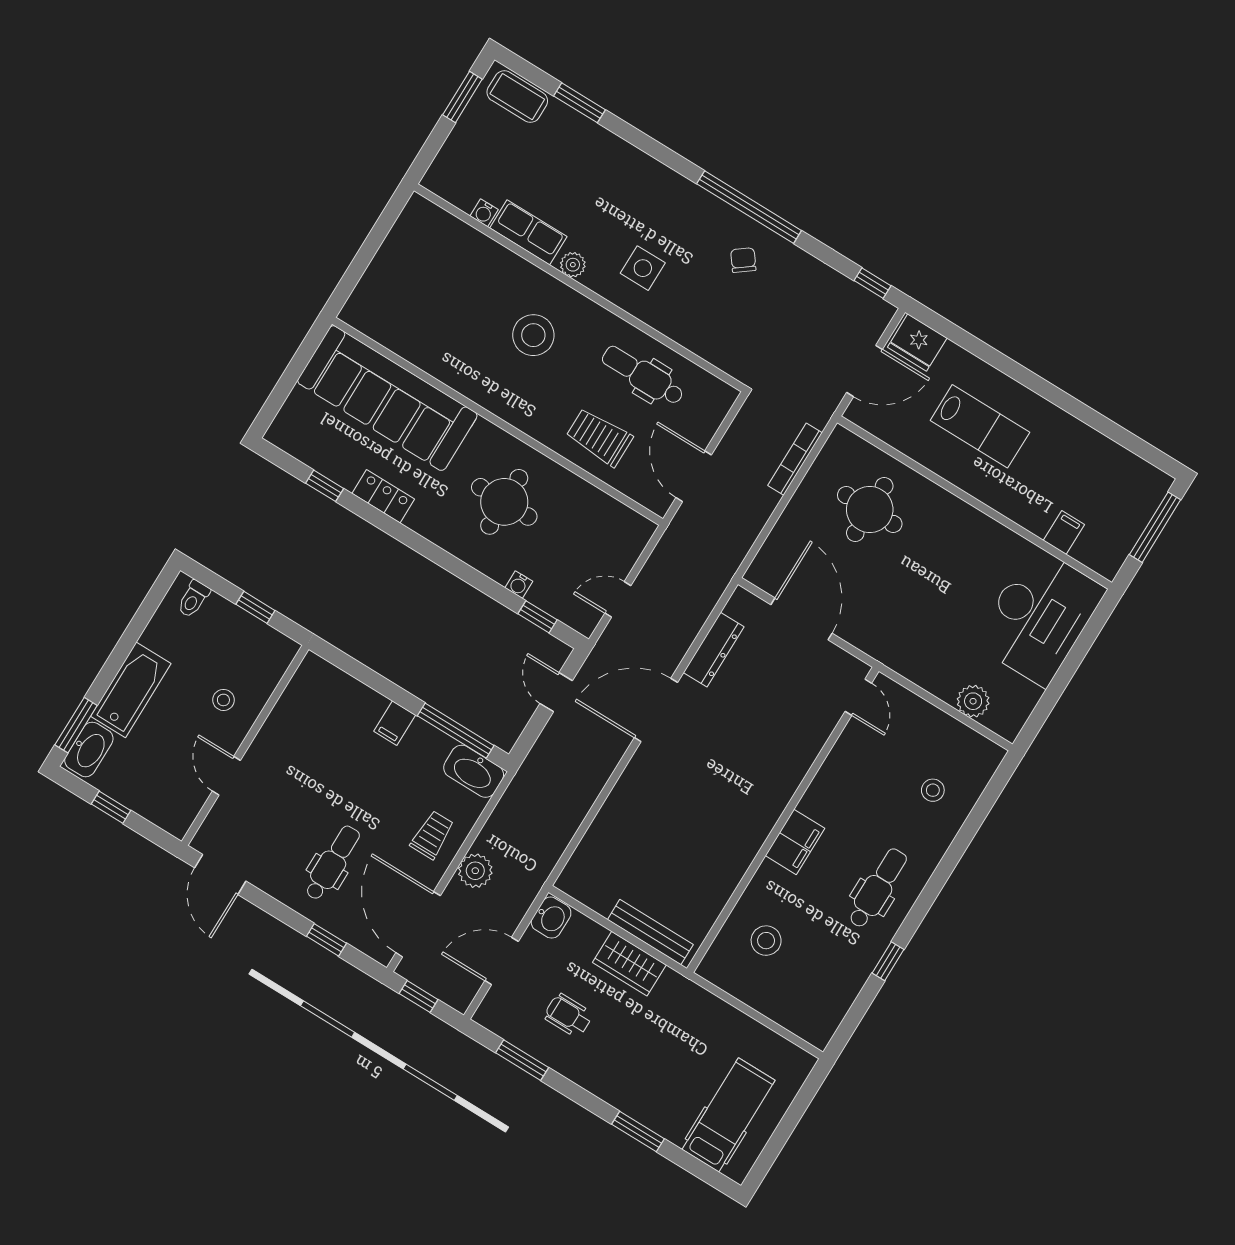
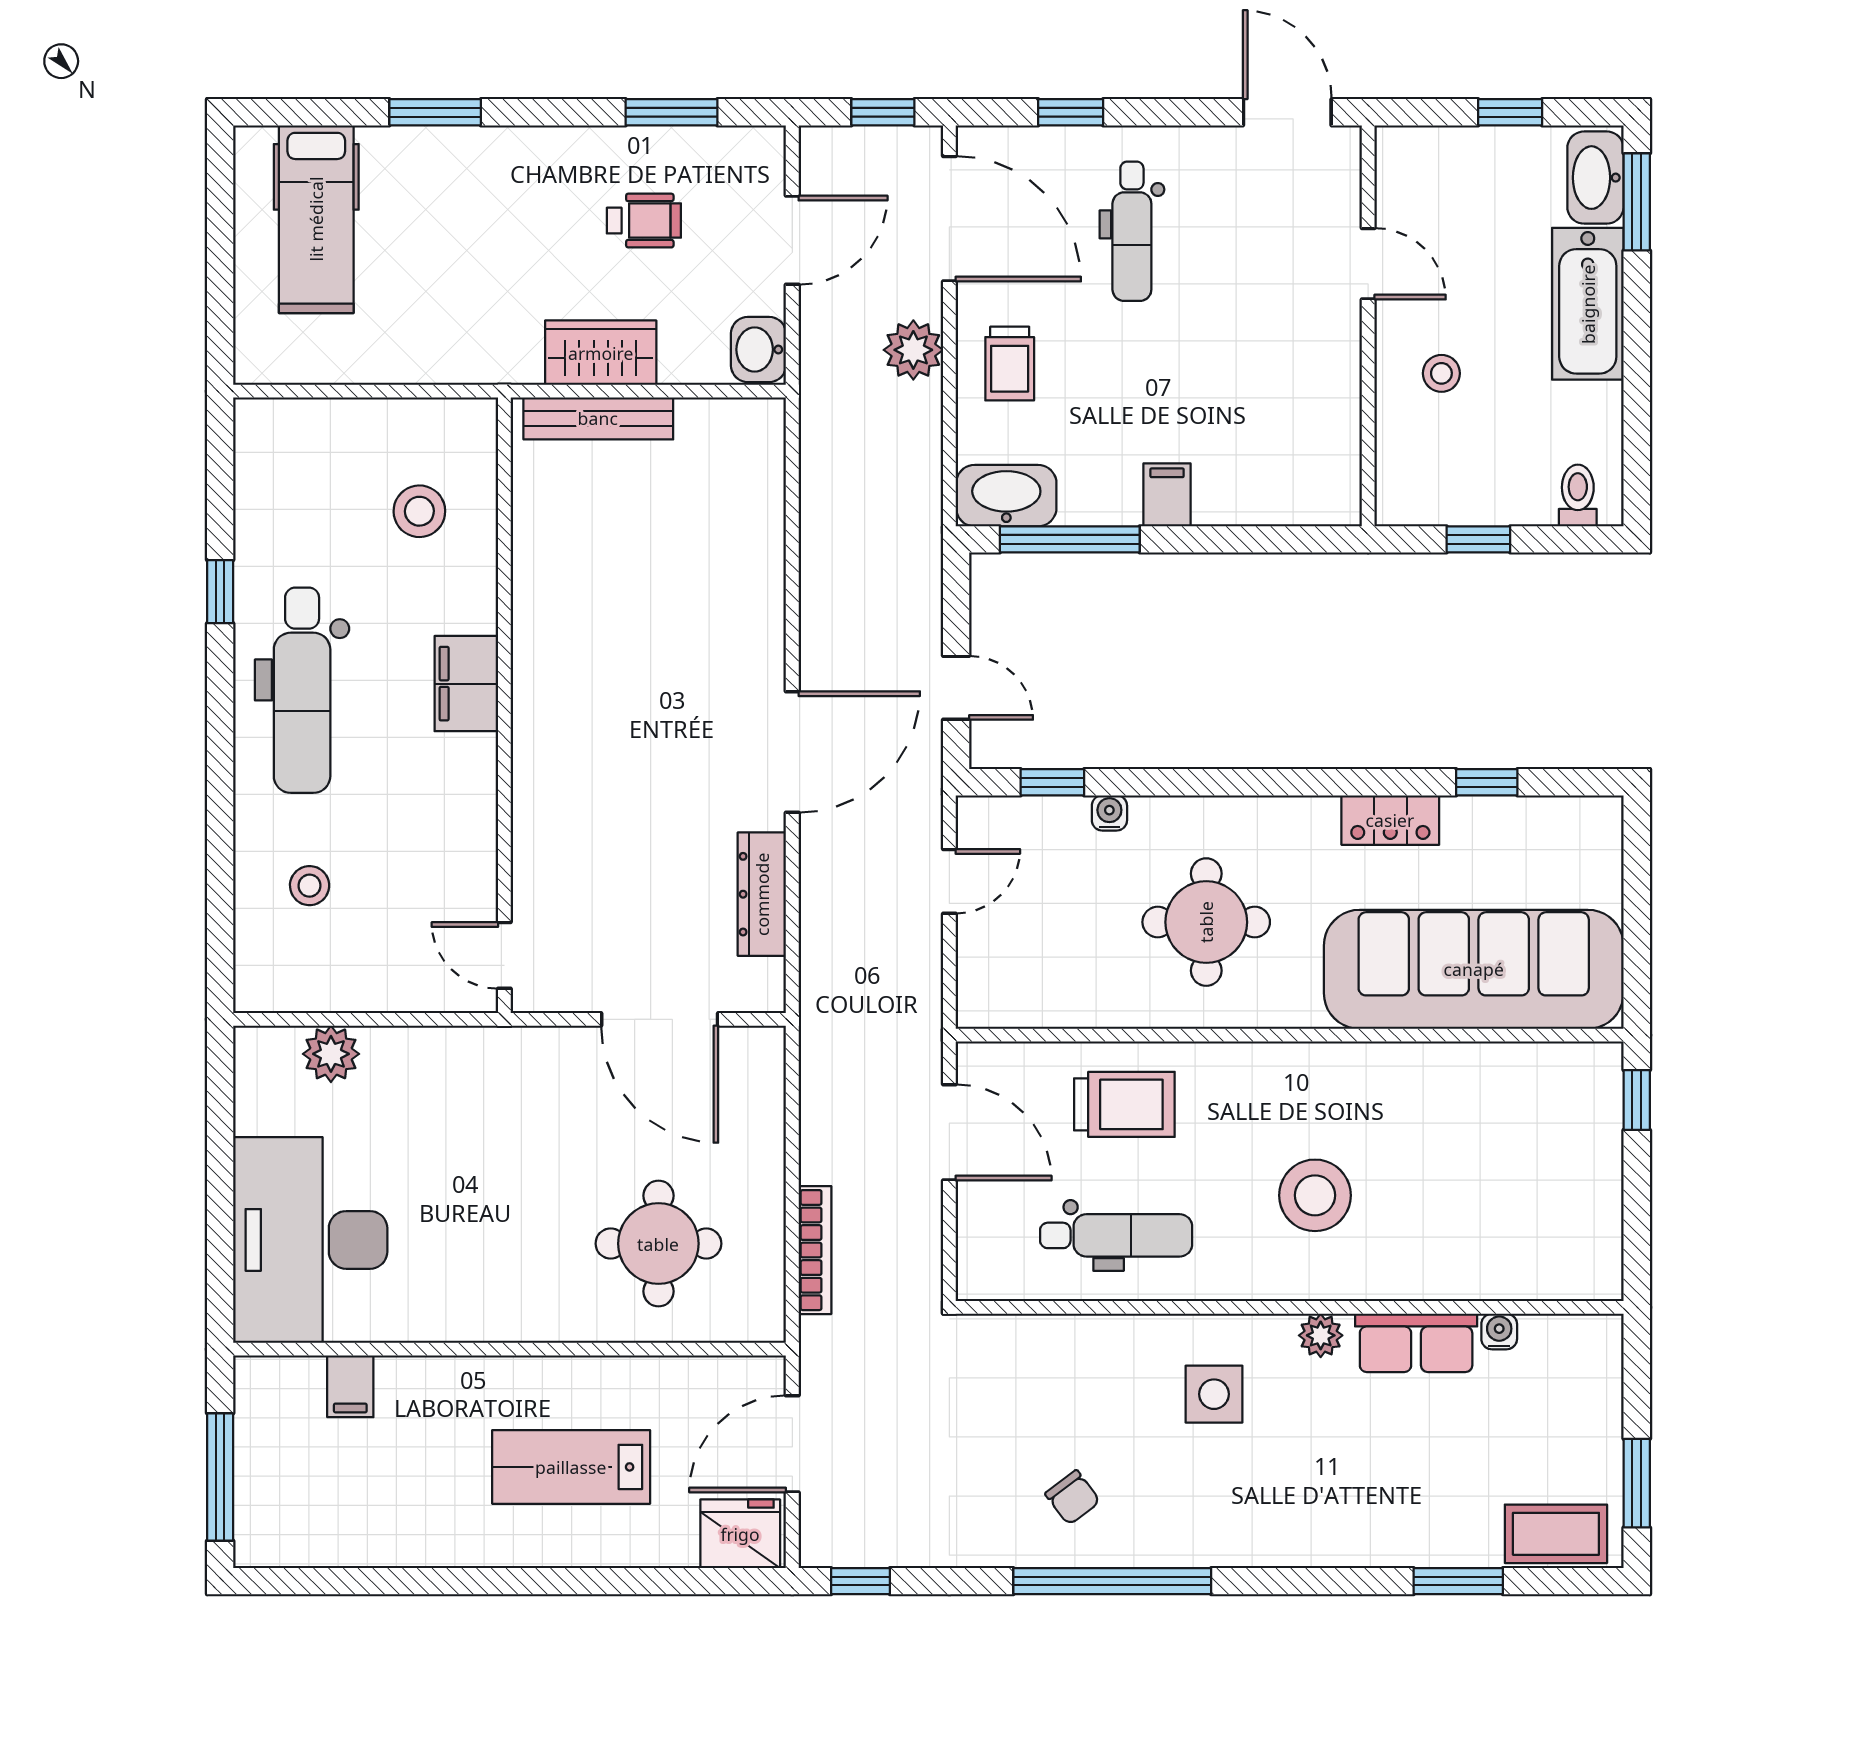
window: (347, 285) -> (1637, 1100), added
dental chair: (878, 888) -> (302, 690), width x1.36, depth x1.38

